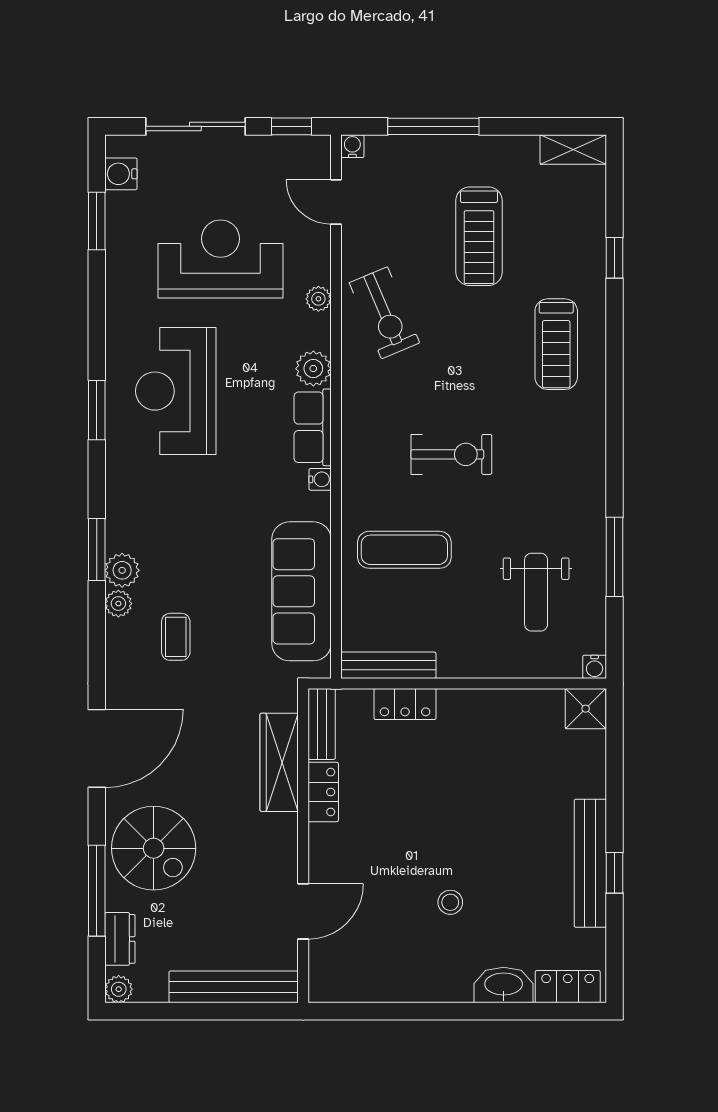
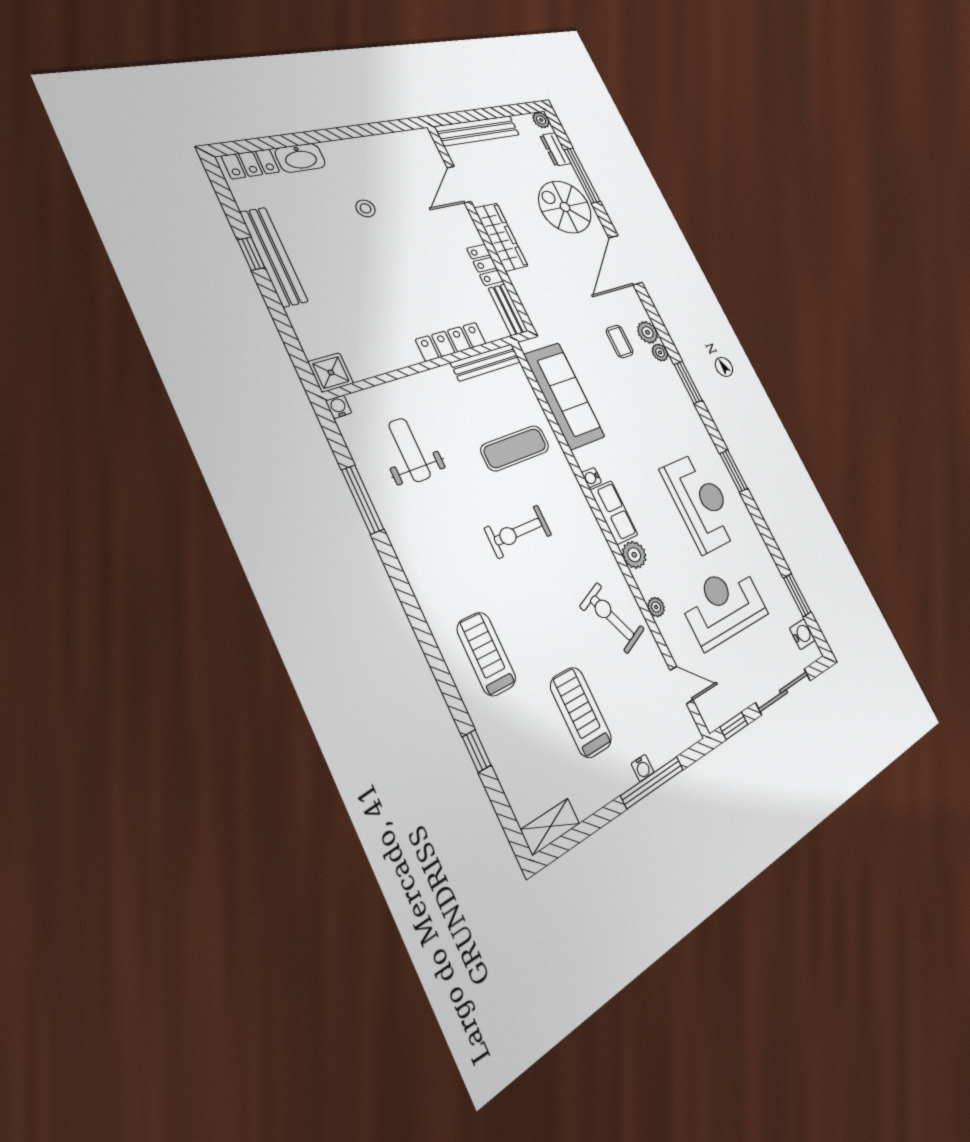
water cooler: (352, 146) -> (642, 768), moved
reception desk: (221, 259) -> (724, 605), turned 180
plant: (122, 570) -> (648, 332), moved
locker: (405, 704) -> (451, 342), width x1.53
wardrobe: (279, 762) -> (501, 237), moved

